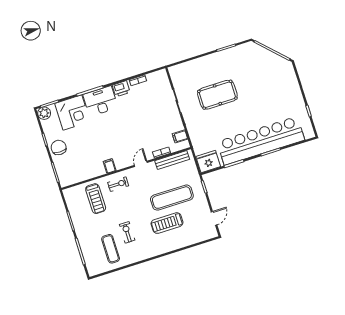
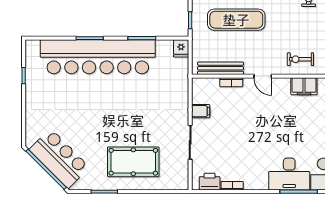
bar counter: (265, 61) -> (59, 158), added
printer: (121, 89) -> (210, 182), moved
pool table: (217, 95) -> (133, 162), moved
filing cabinet: (180, 136) -> (201, 111), moved
fridge: (208, 162) -> (181, 48), width x0.53, depth x0.75
door: (141, 164) -> (263, 76), hinge flipped
filing cabinet: (110, 166) -> (304, 86), width x2.00

